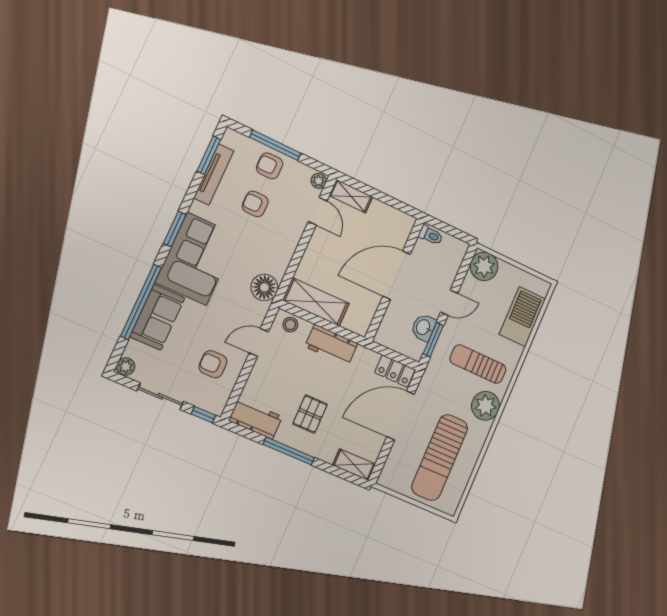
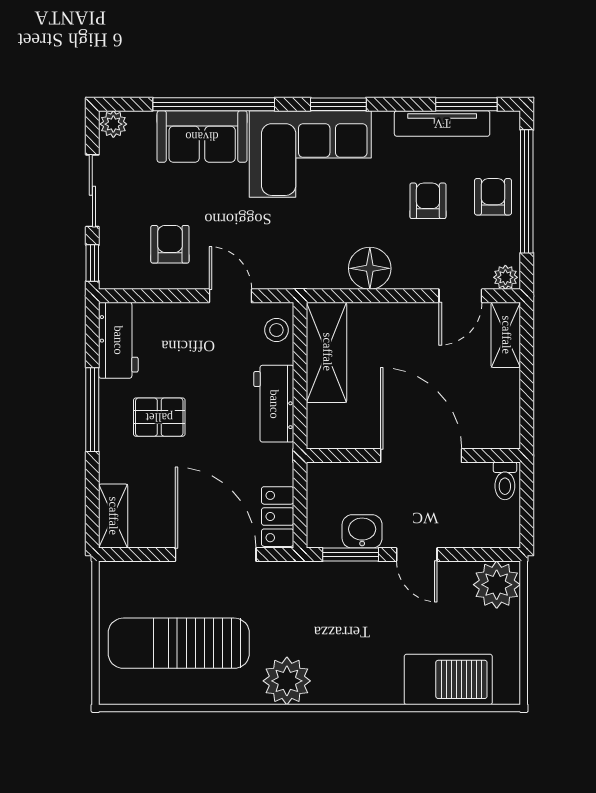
window: (275, 145) -> (527, 191), width x1.46
floor lamp: (264, 287) -> (370, 268), moved
sun lounger: (478, 364) -> (345, 641), removed

